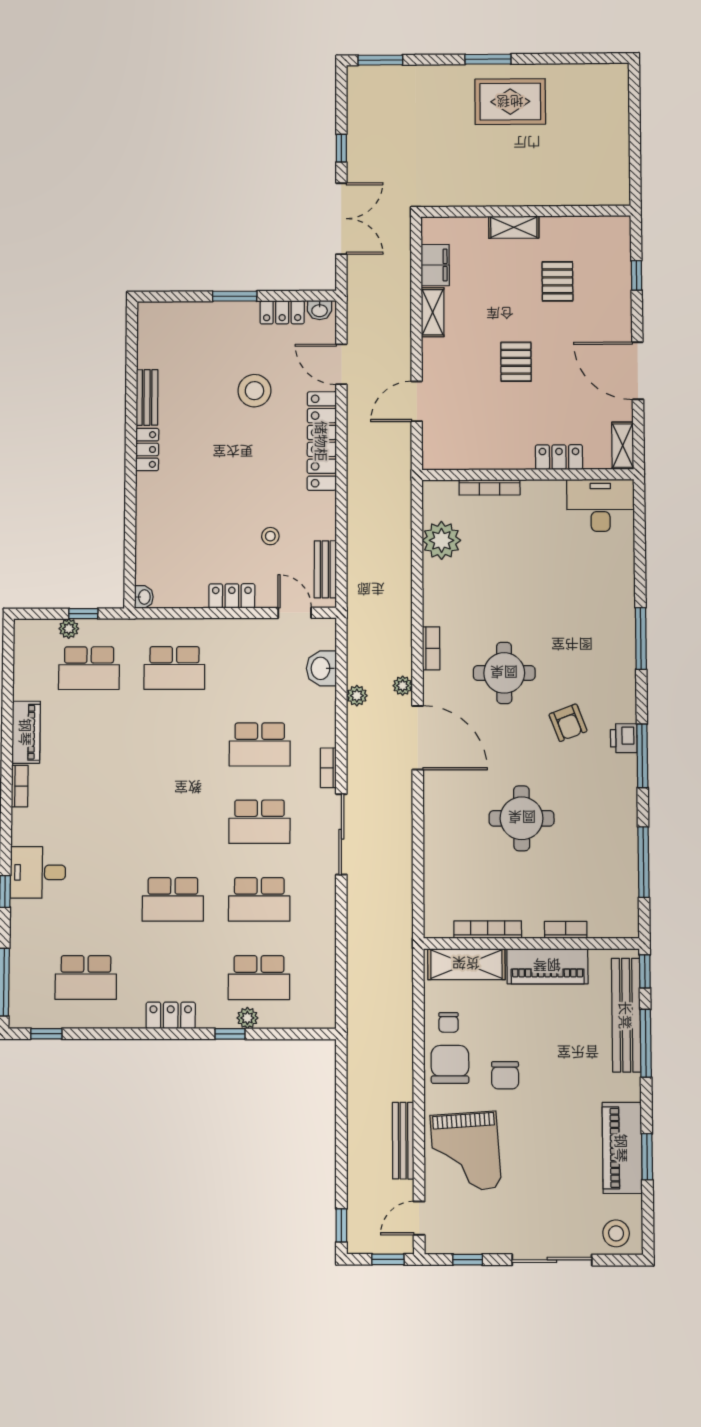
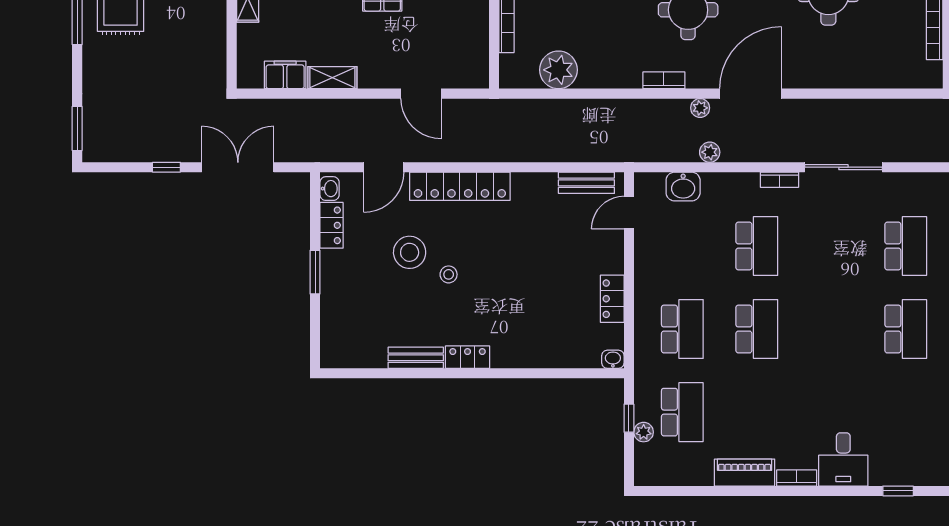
stool: (270, 536) -> (449, 274), moved
locker: (232, 596) -> (612, 299), moved
school desk: (259, 822) -> (757, 329), moved
desk: (38, 872) -> (843, 459), moved

